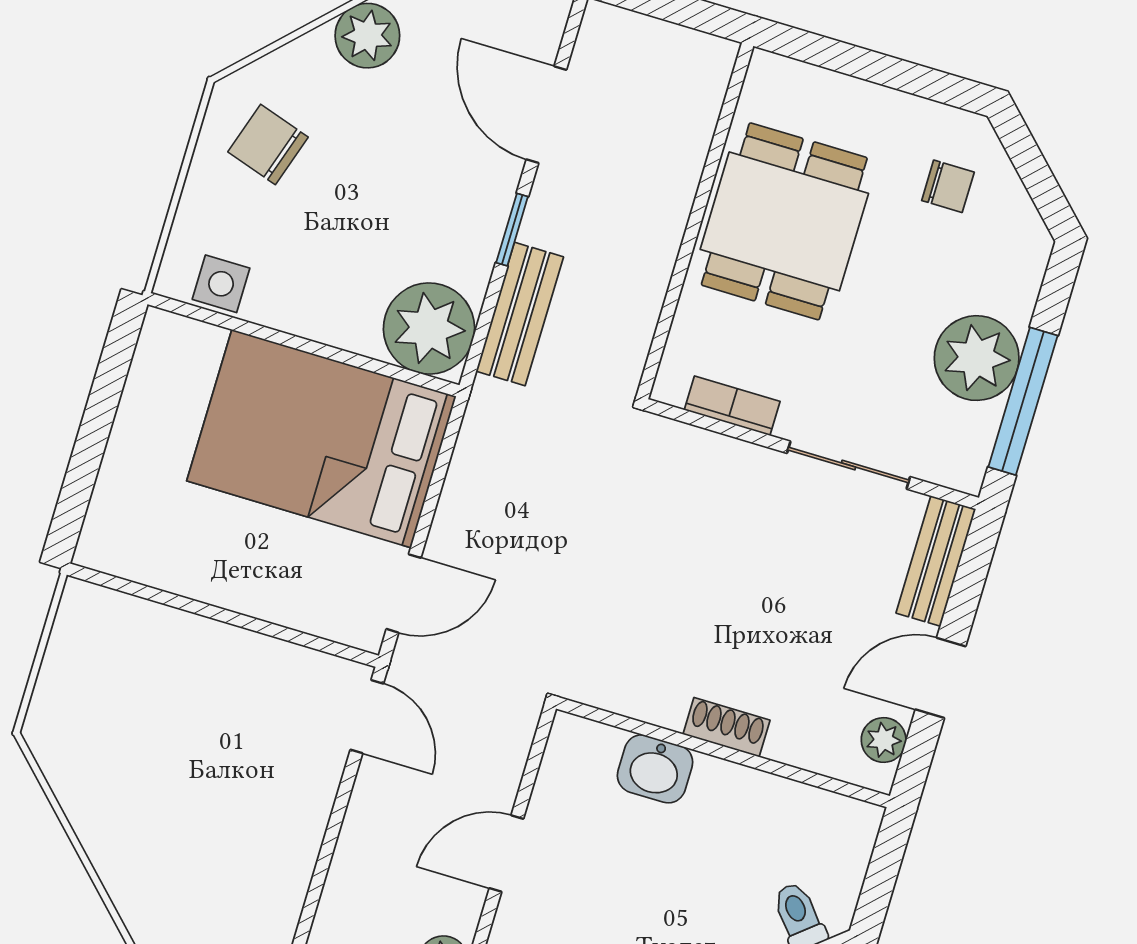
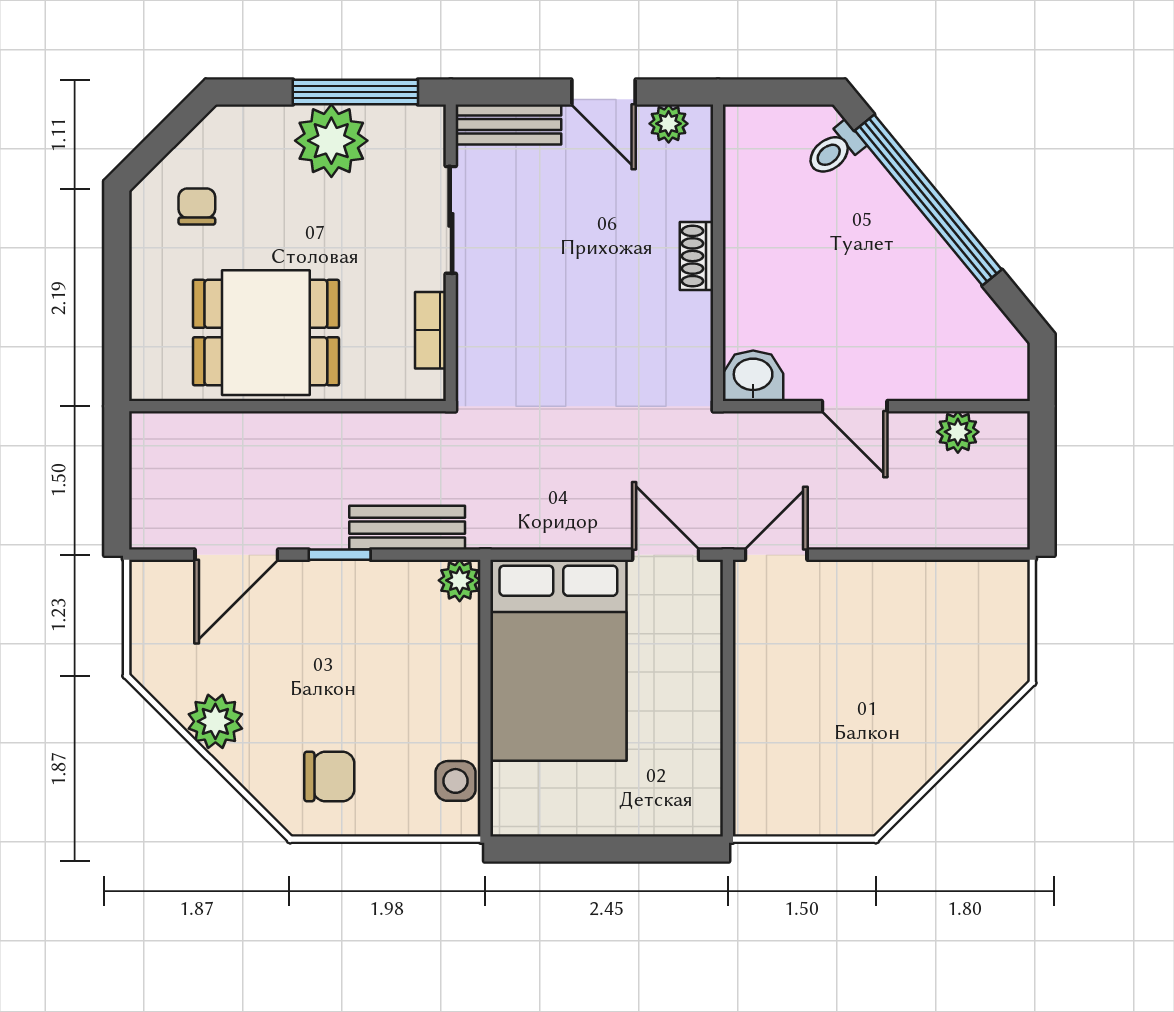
chair: (268, 144) -> (329, 777), turned -108
plant: (429, 328) -> (460, 580), width x0.53, depth x0.53
washbasin: (655, 769) -> (753, 376), moved, turned -90

